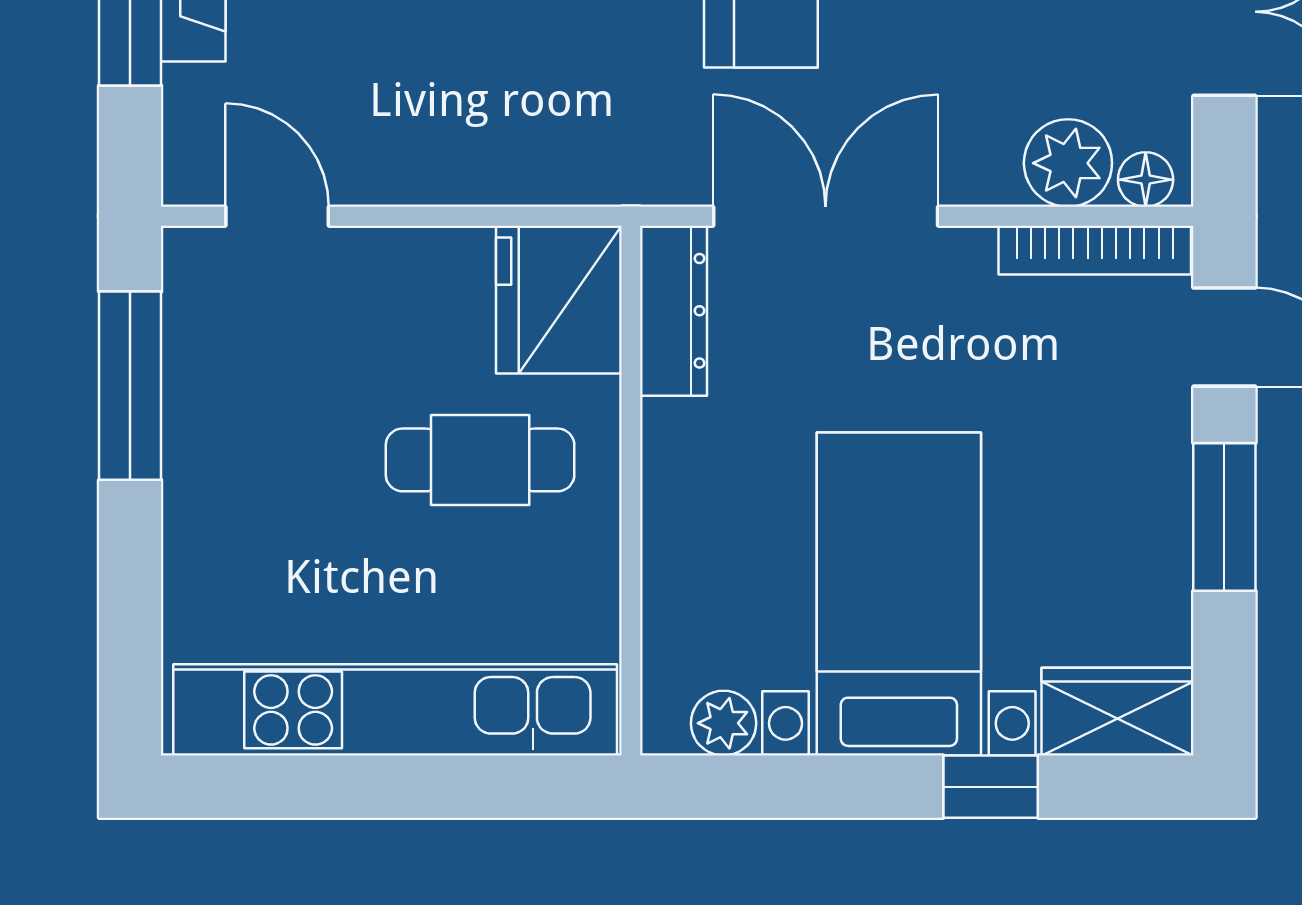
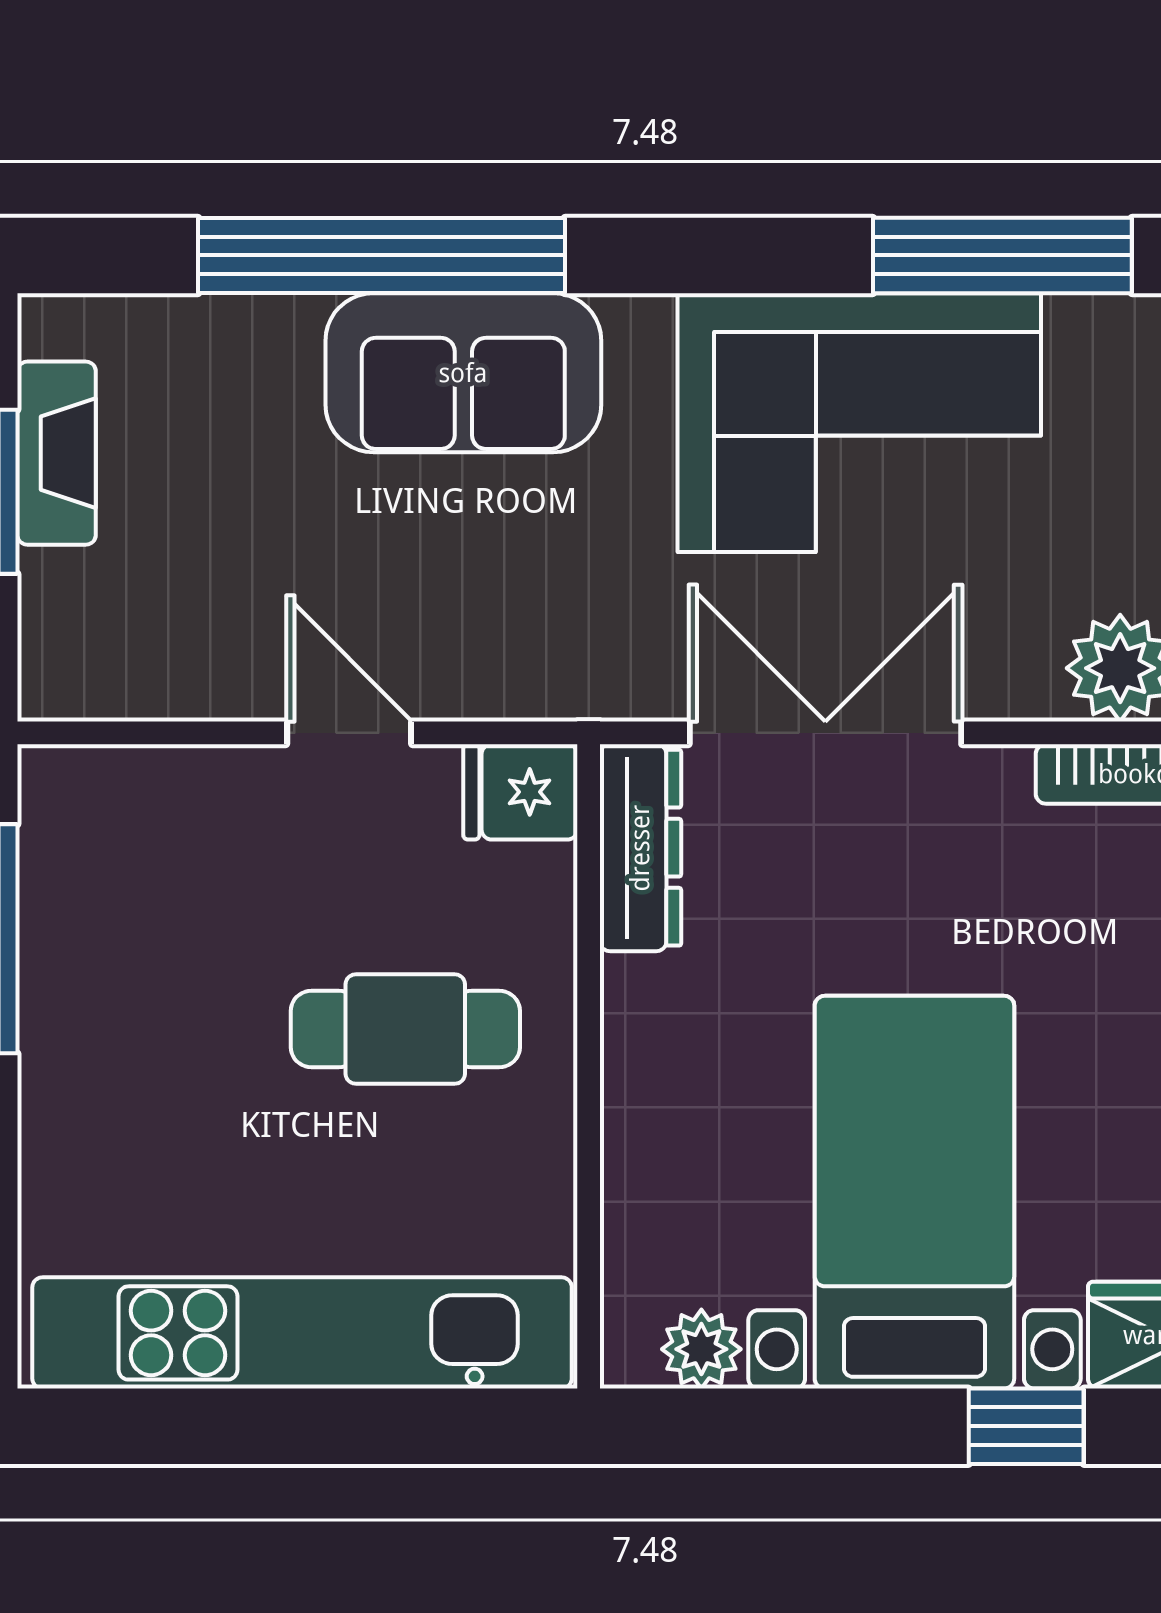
door: (277, 216) -> (349, 733), moved
fridge: (559, 300) -> (520, 792), width x0.53, depth x0.75

